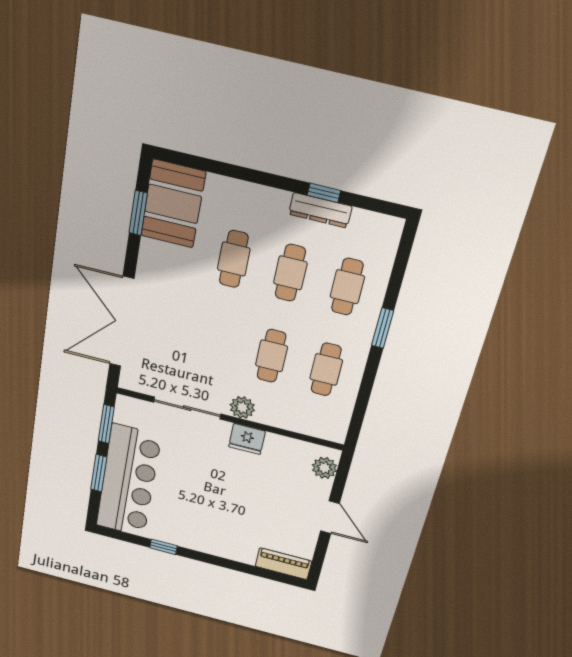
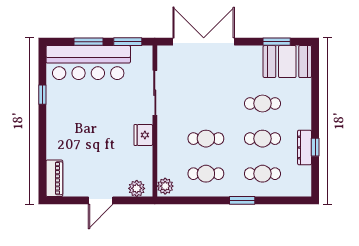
plant: (242, 407) -> (165, 186), moved

